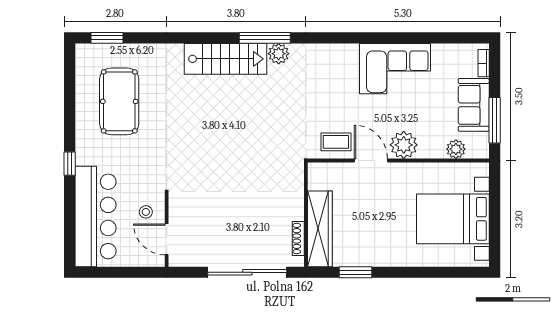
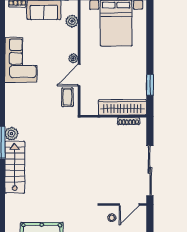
plant: (404, 145) -> (73, 58), width x0.53, depth x0.53
sliding door: (247, 272) -> (150, 170), moved

